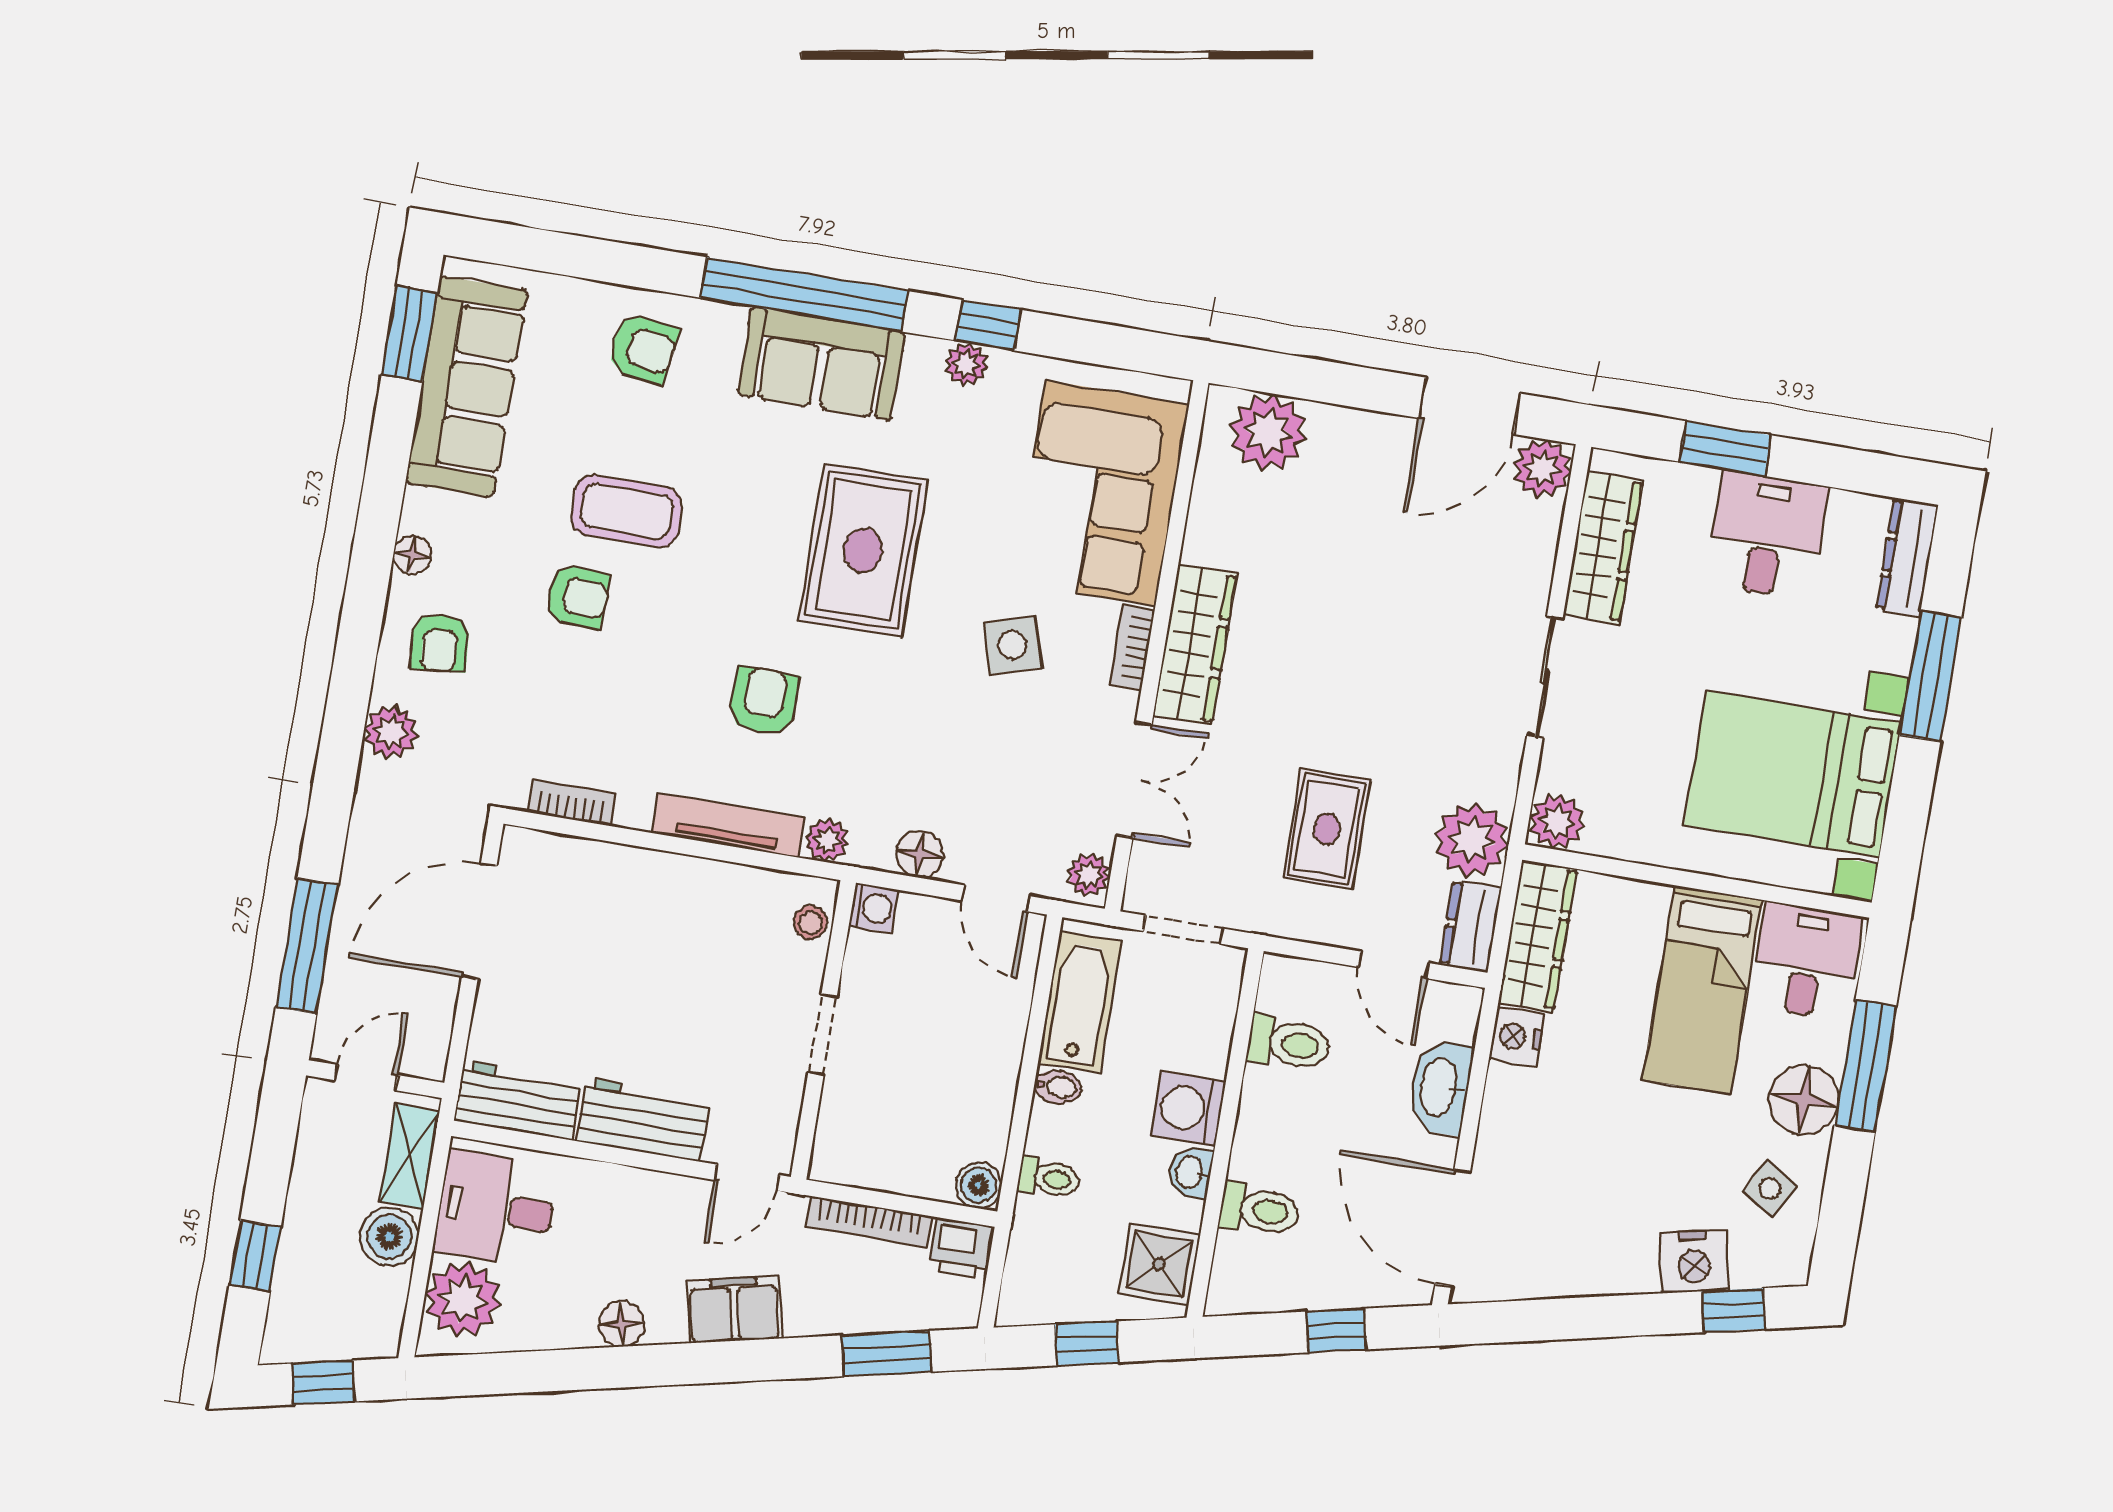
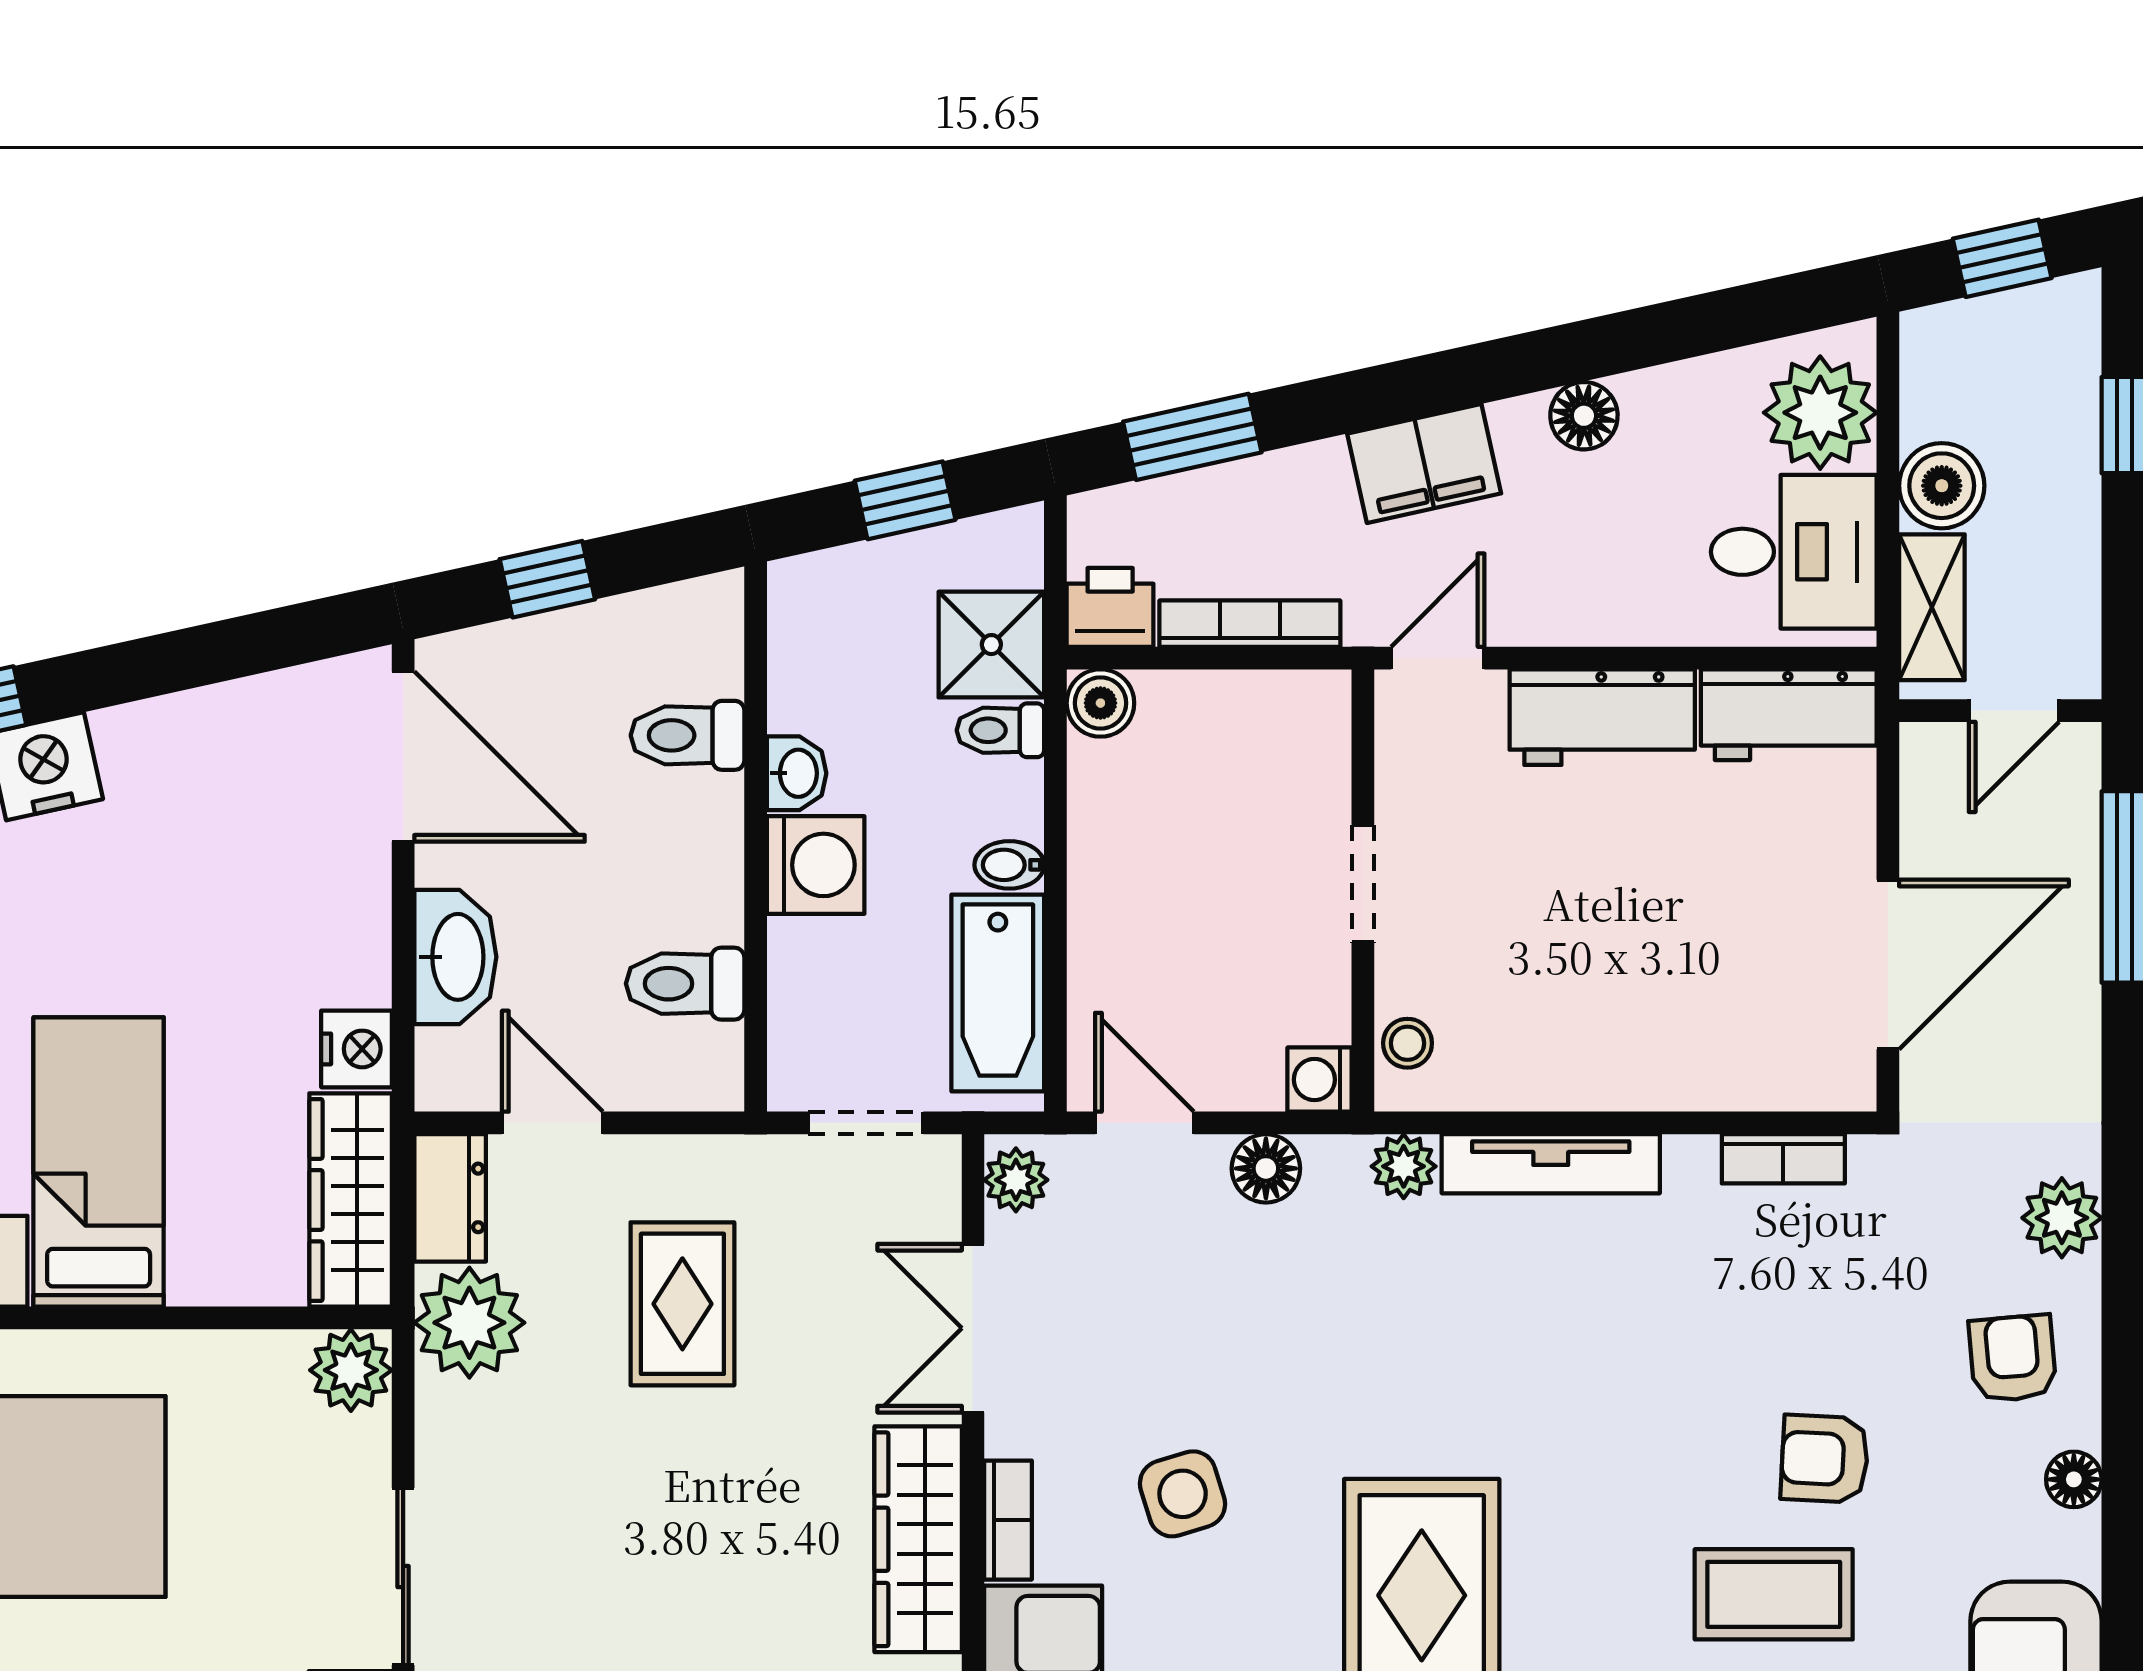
armchair: (764, 701) -> (1529, 1352), removed
shower: (1159, 1264) -> (991, 645), moved

